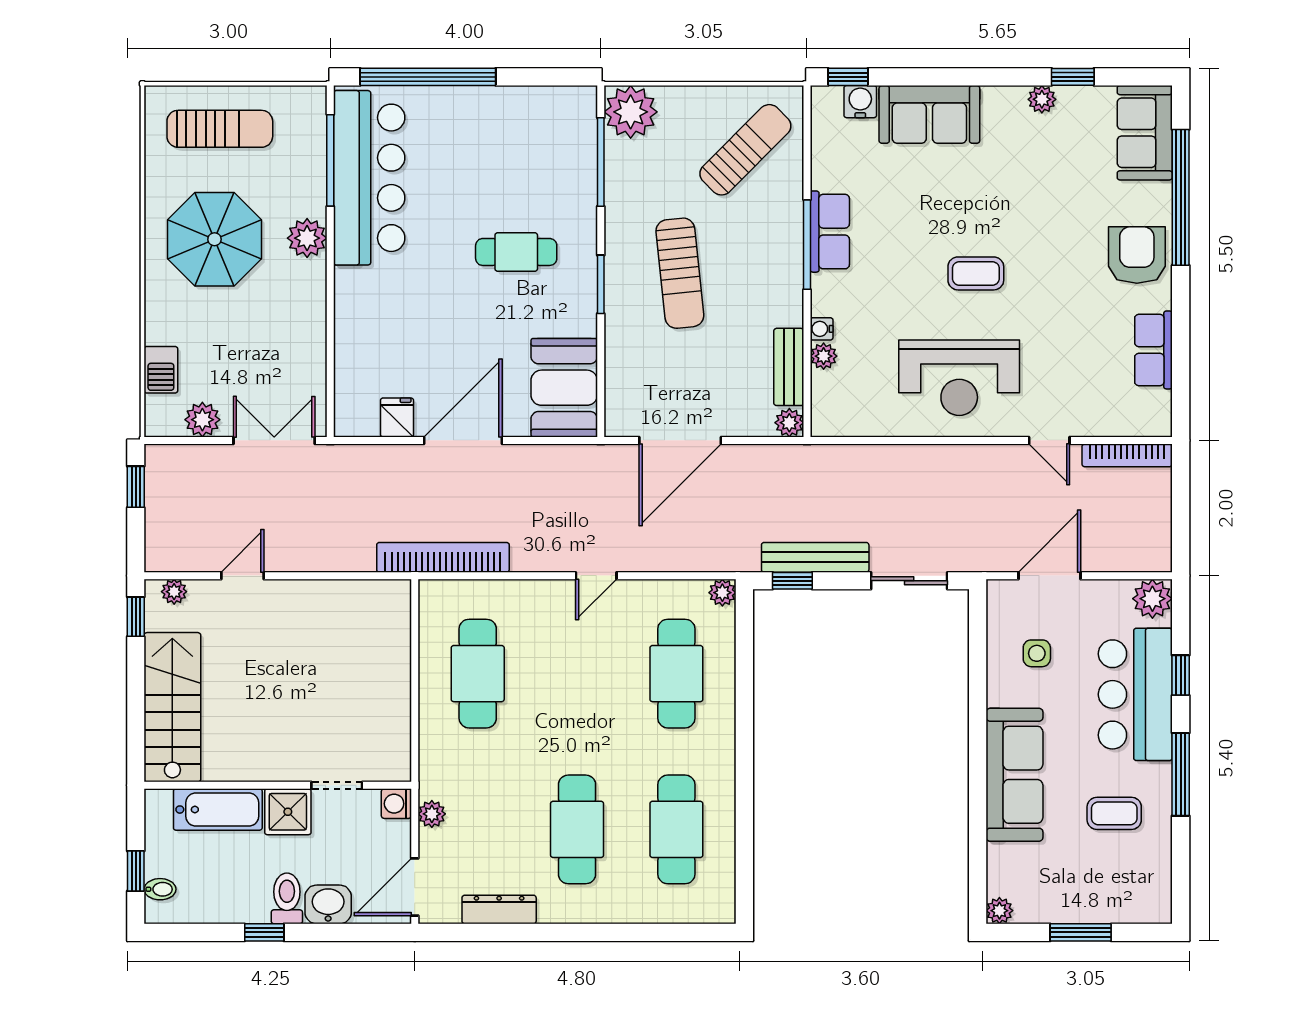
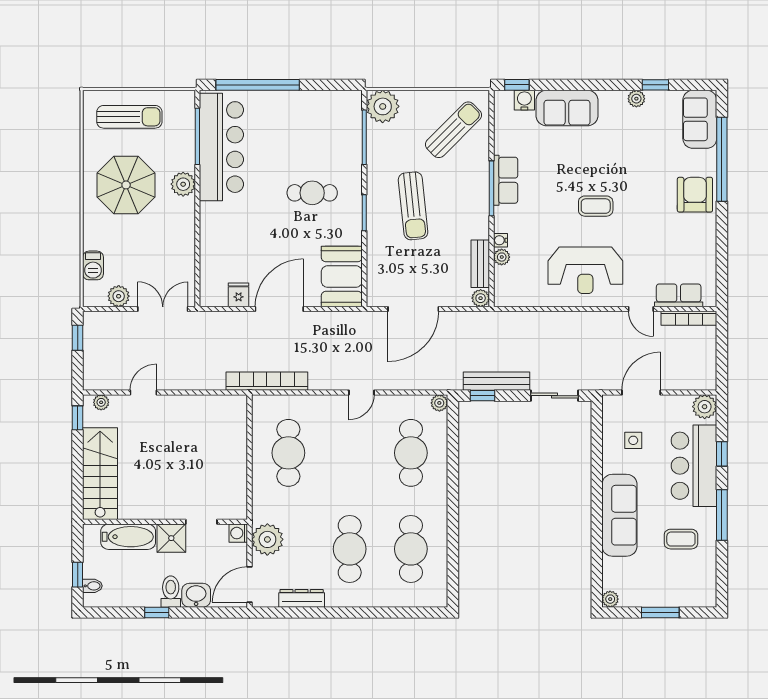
row of seats: (1153, 350) -> (679, 295), moved, turned 90
plant: (432, 814) -> (267, 539), width x1.87, depth x1.87

